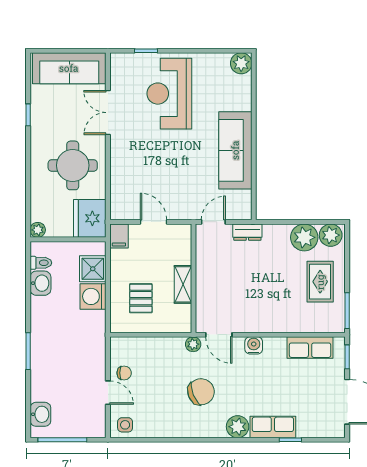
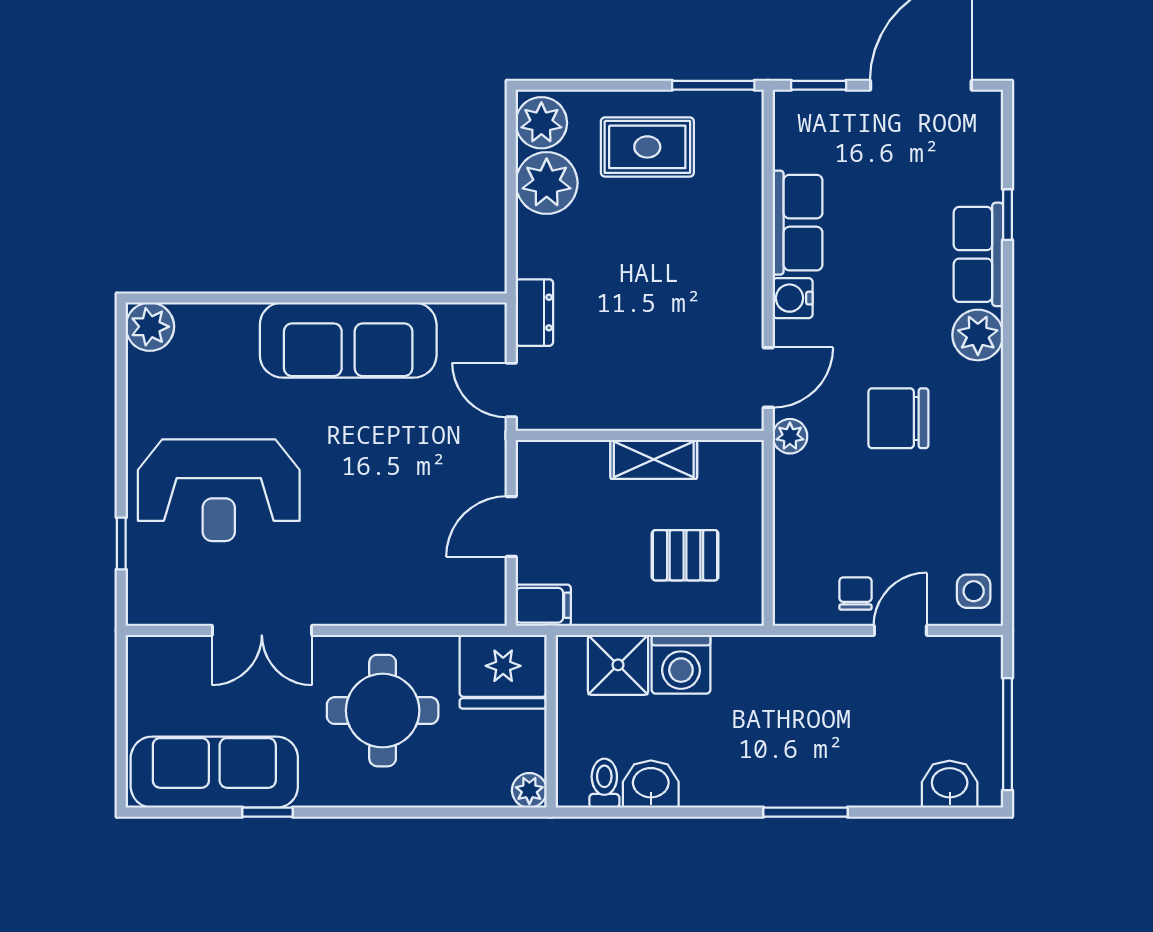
sofa: (69, 68) -> (214, 772), moved, turned -90
row of seats: (310, 348) -> (798, 223), moved
chair: (201, 392) -> (898, 418), turned -68

